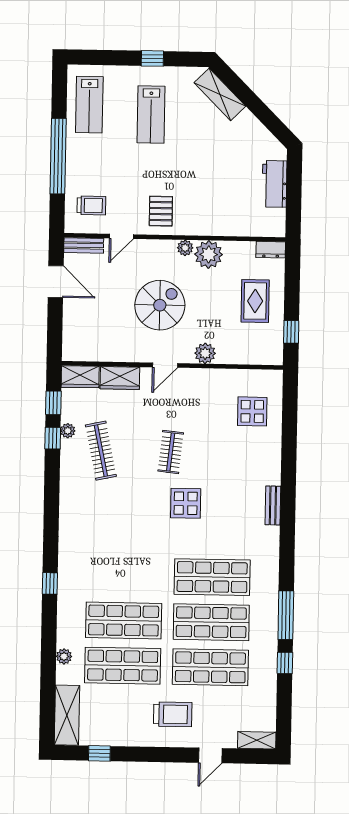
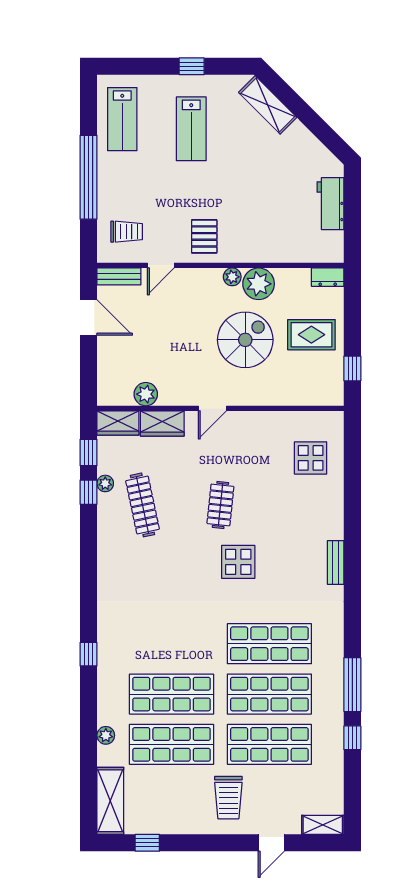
rug: (255, 301) -> (311, 335), turned 90
spiral stairs: (160, 305) -> (245, 340), moved
plant: (205, 353) -> (146, 394), moved
trolley: (173, 714) -> (228, 798), turned 90

